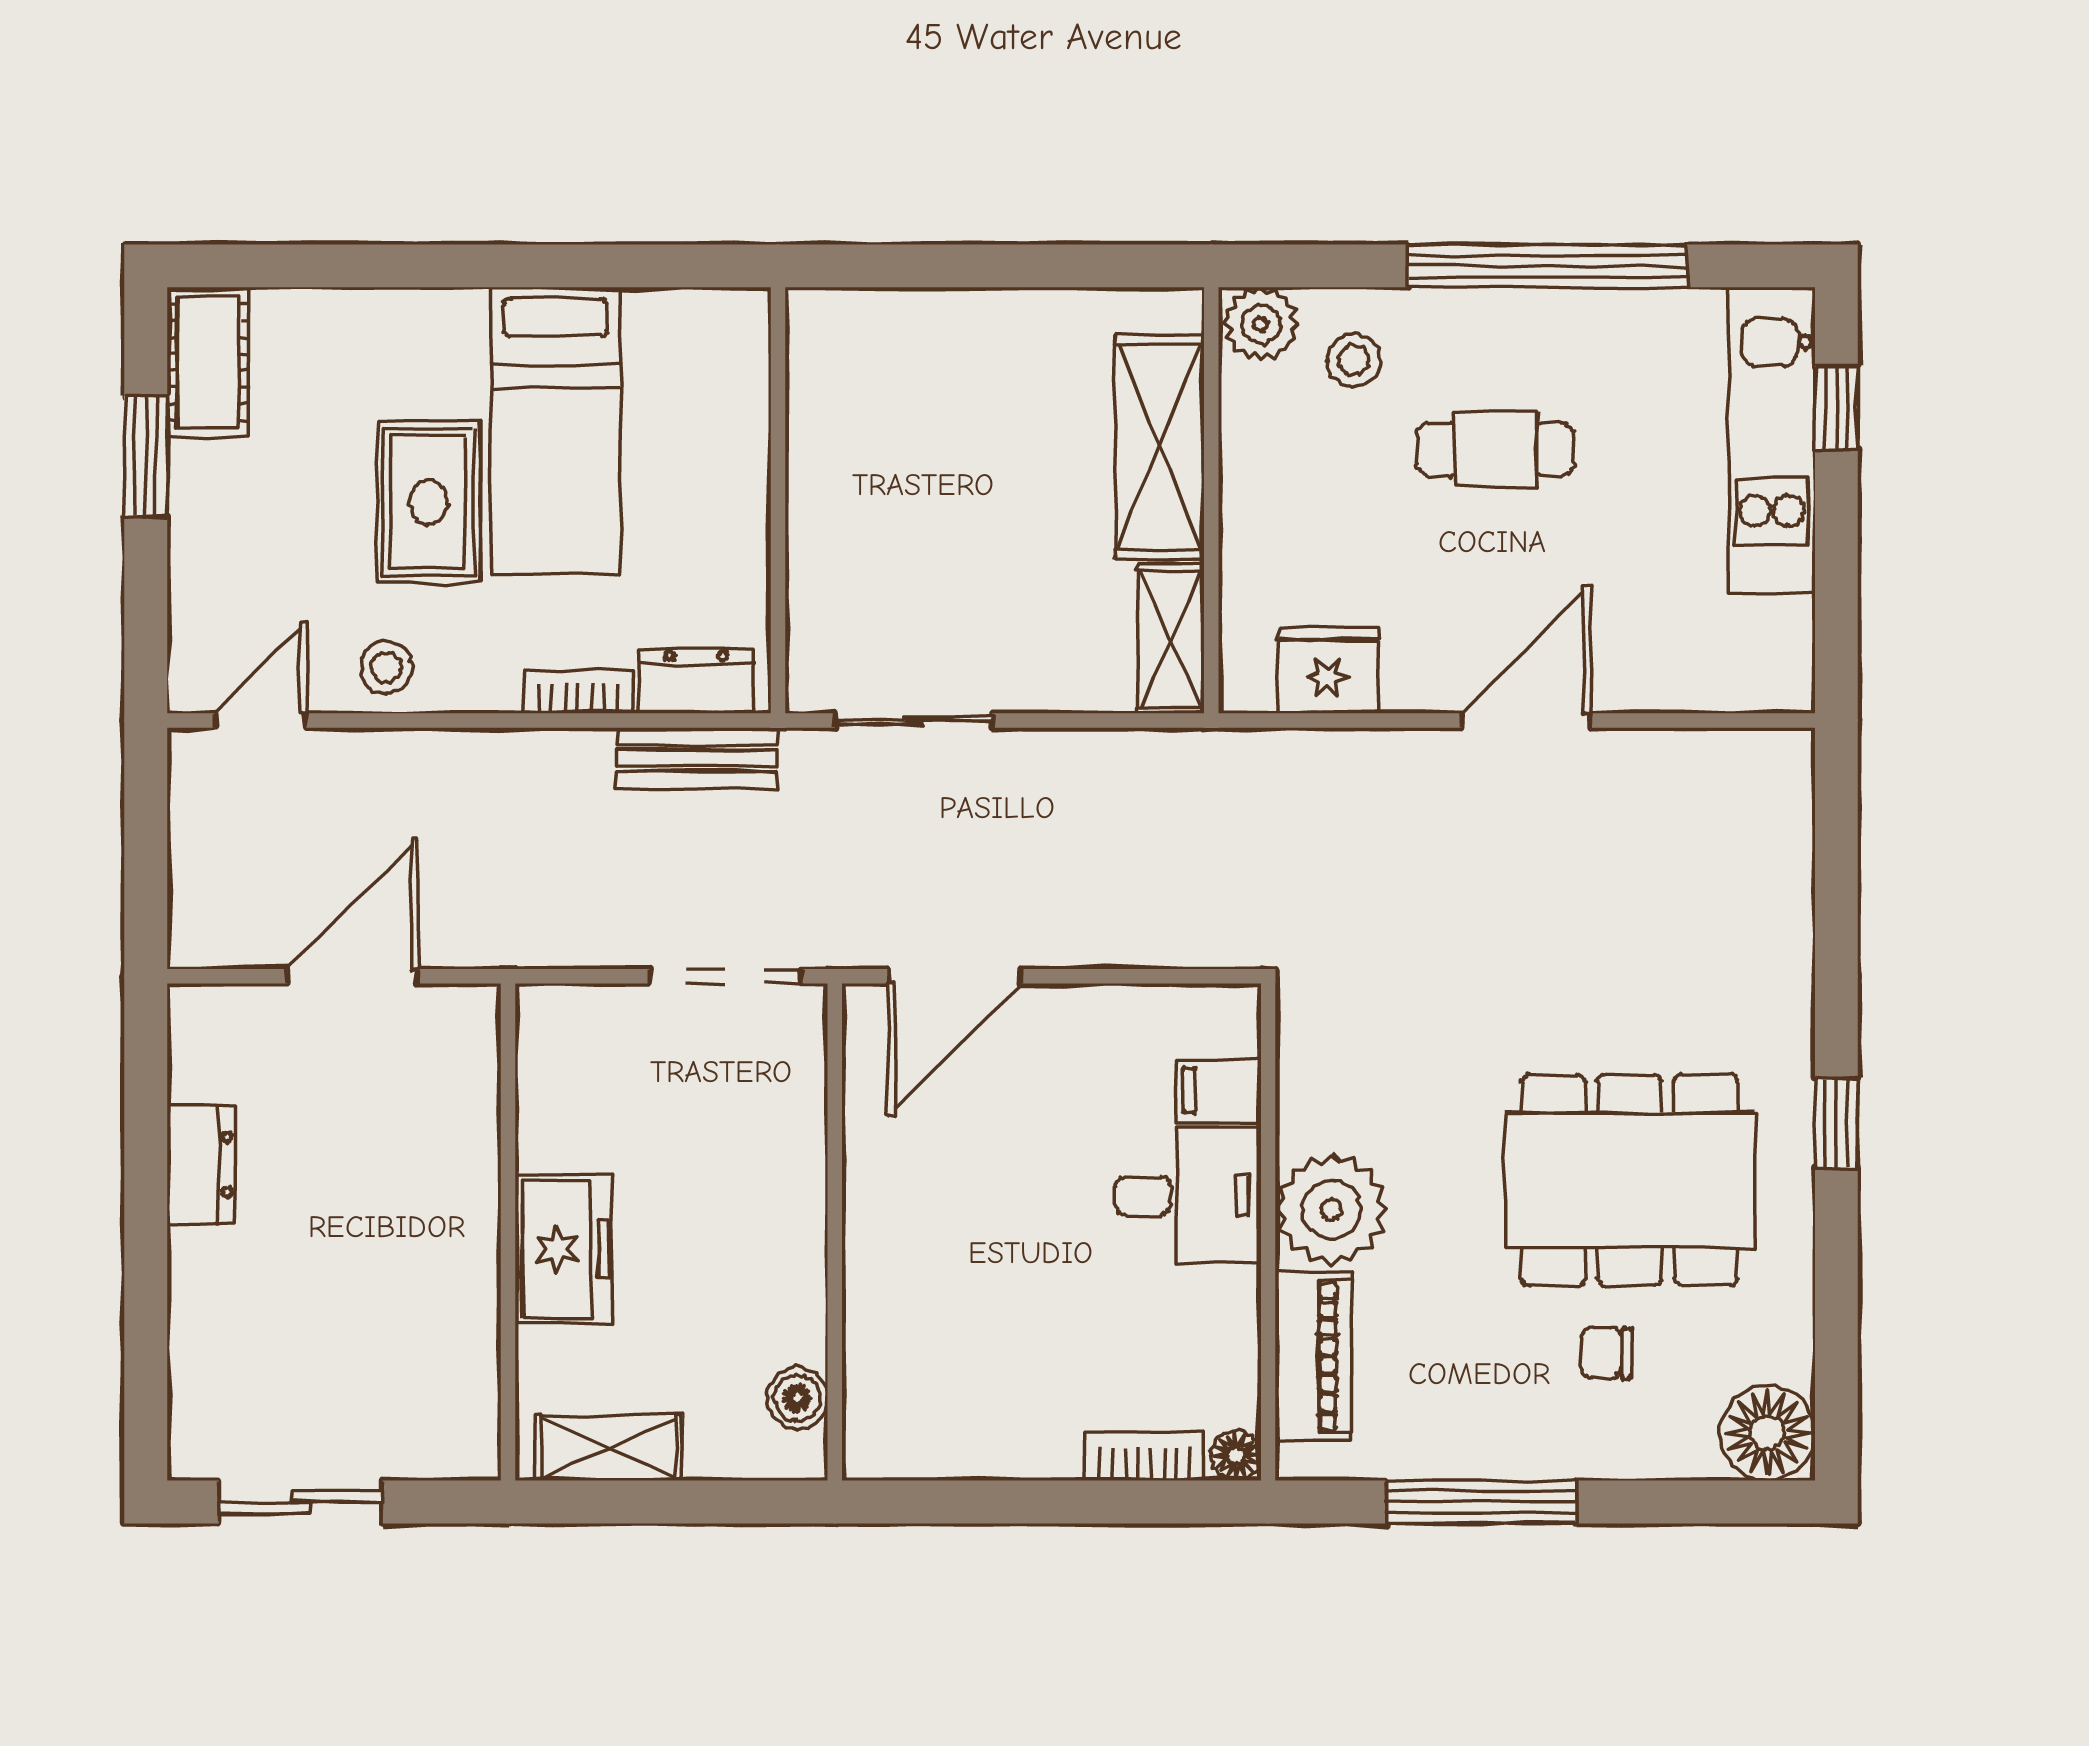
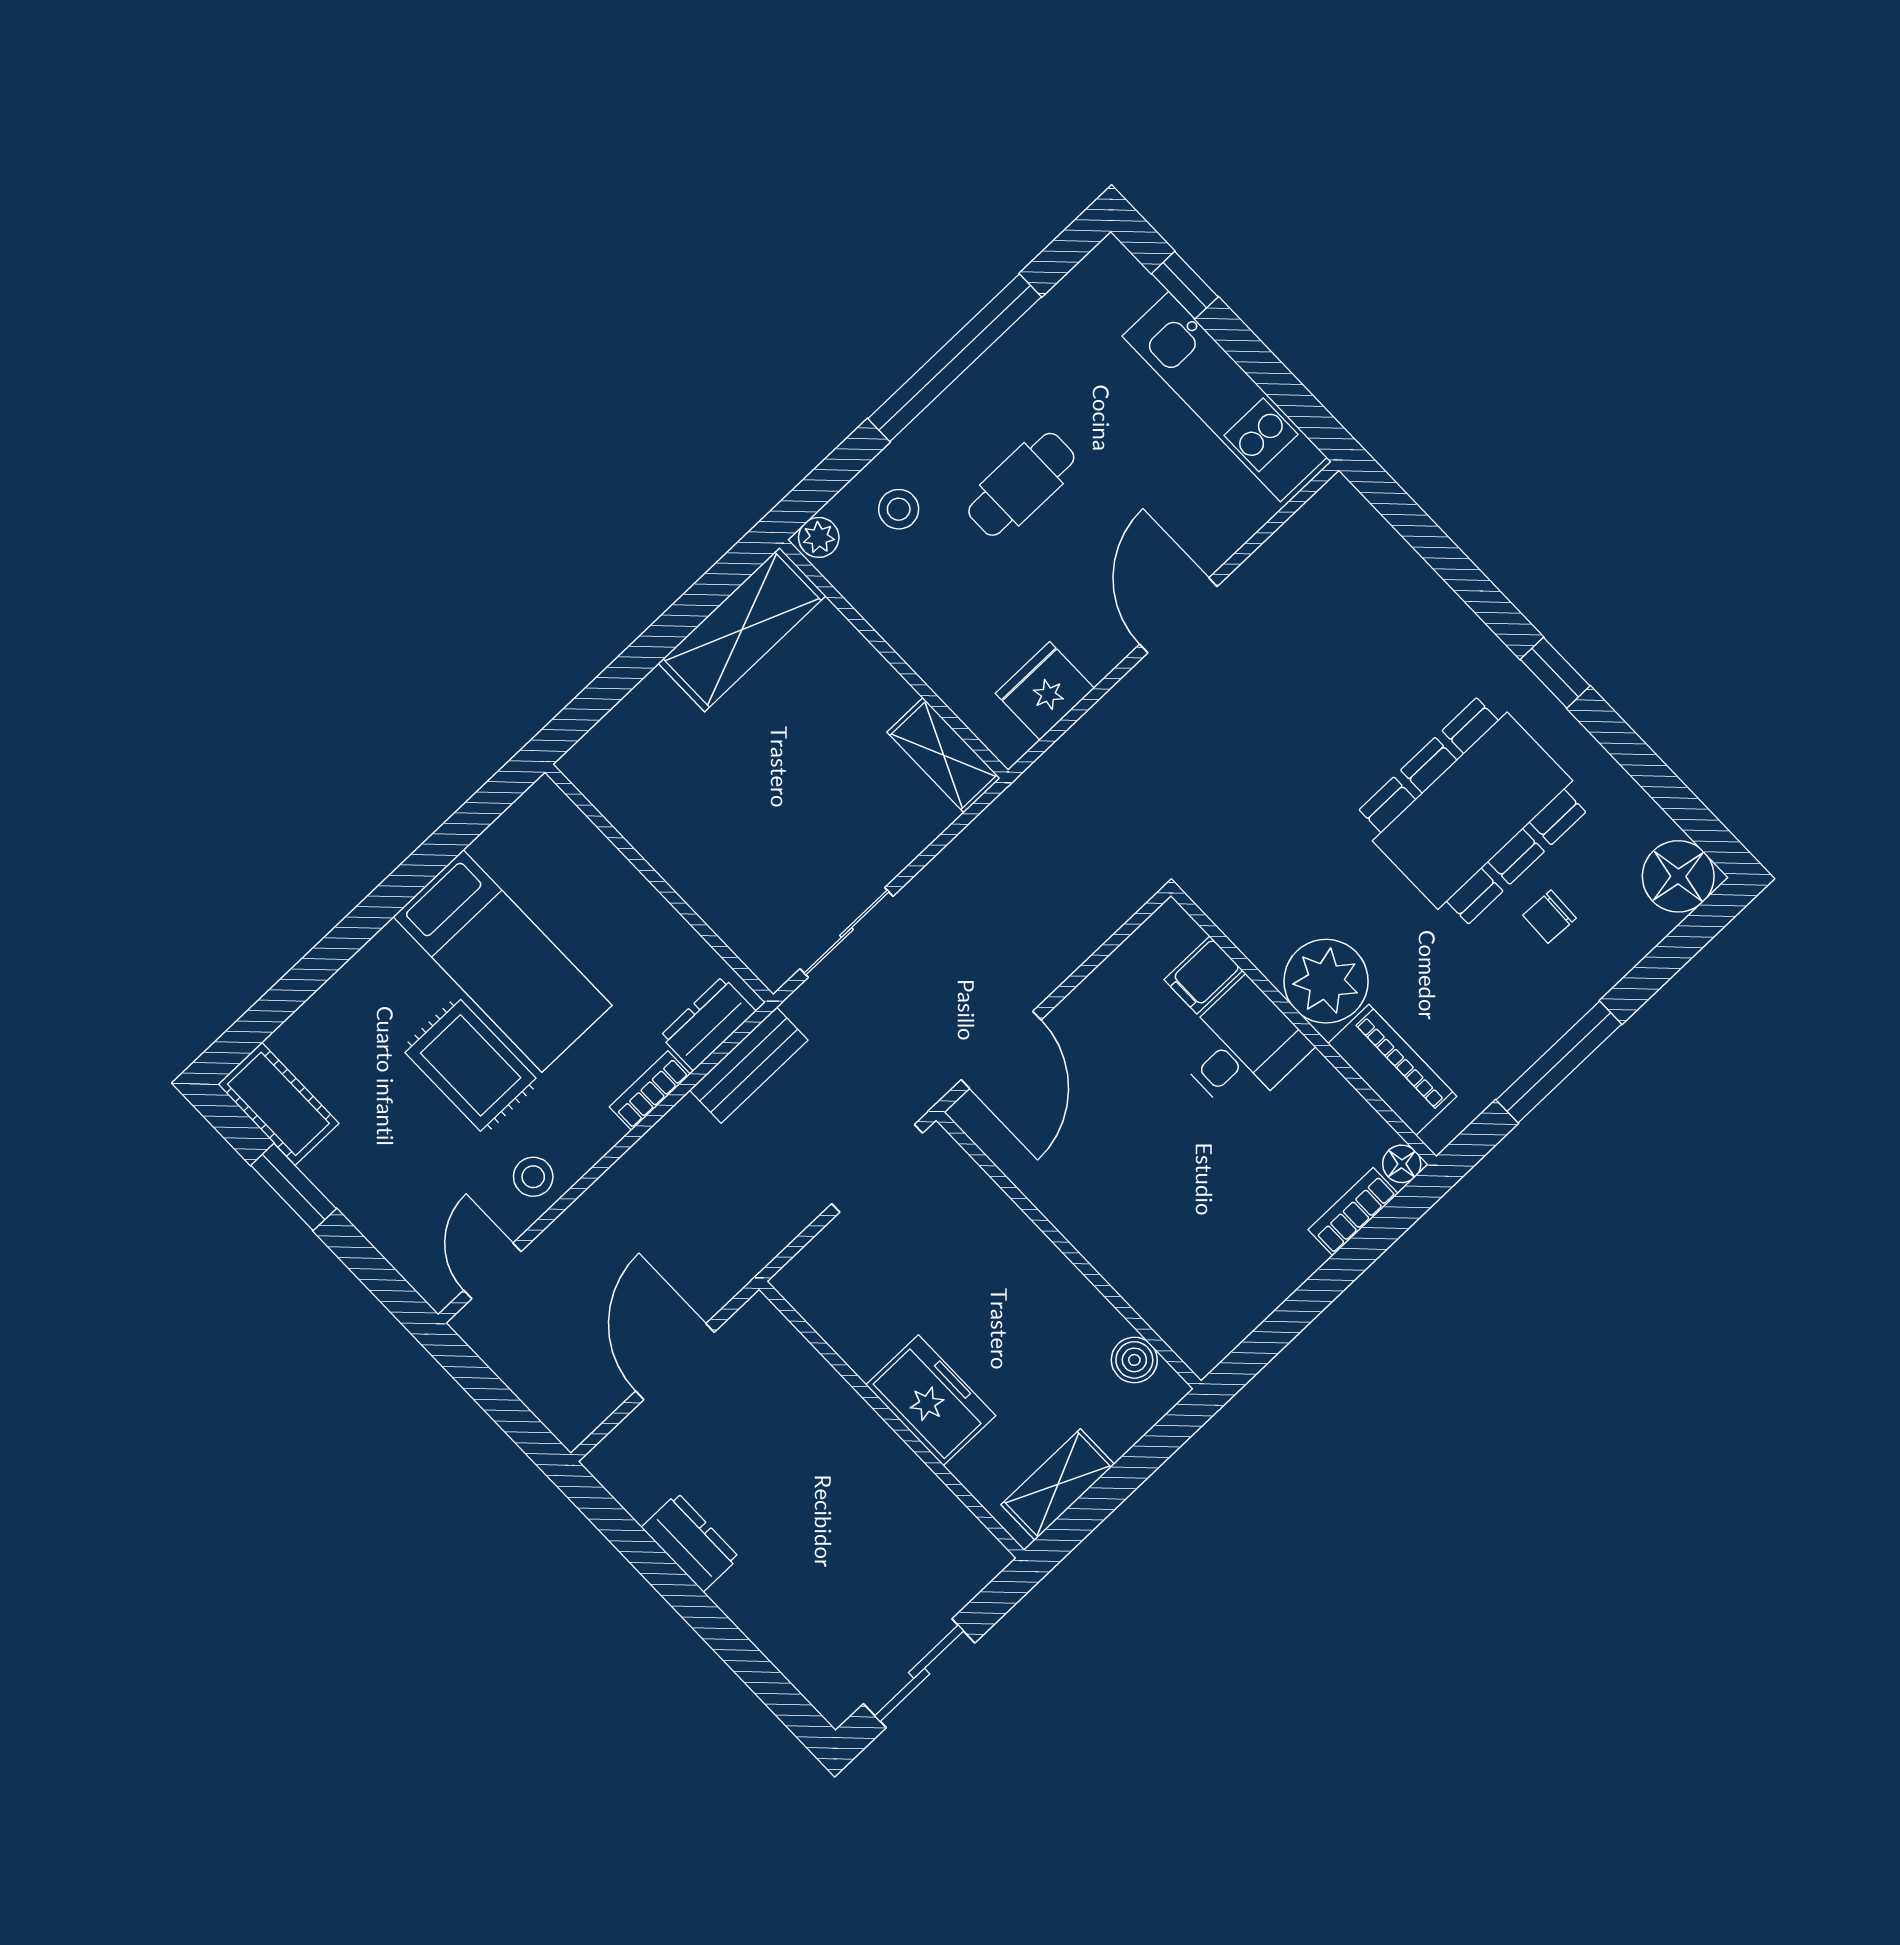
plant: (1261, 324) -> (819, 537), width x0.73, depth x0.73
kitchen unit: (1772, 440) -> (1224, 397), moved
shelving: (1159, 447) -> (742, 630), moved, turned 90

